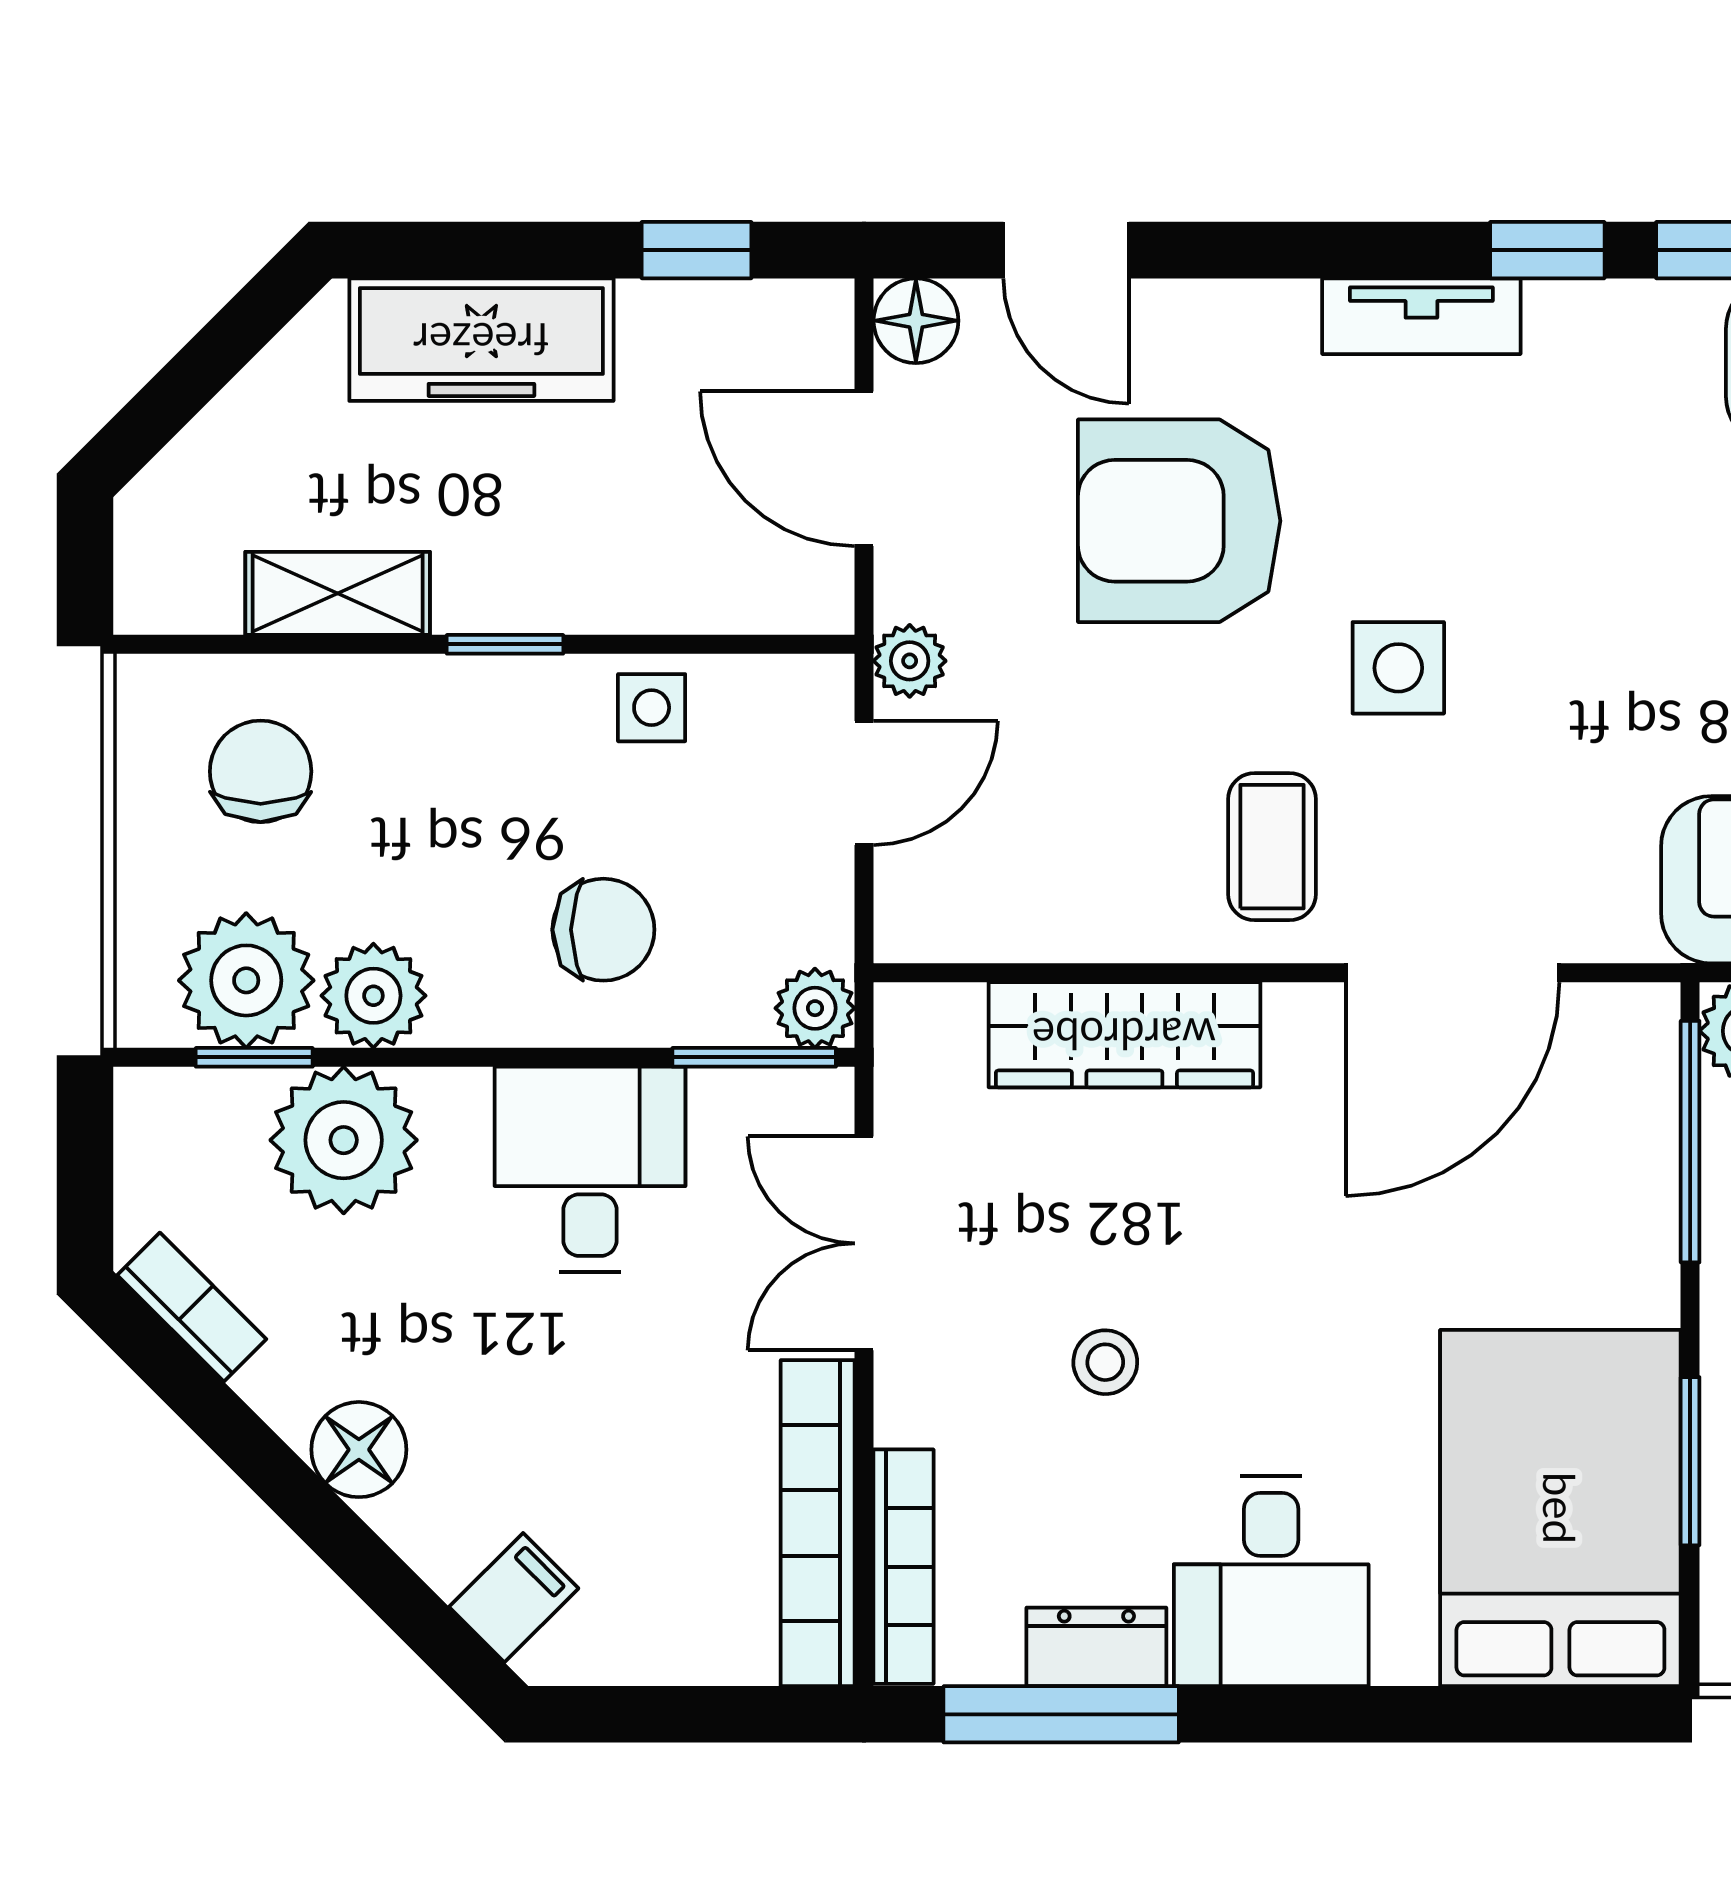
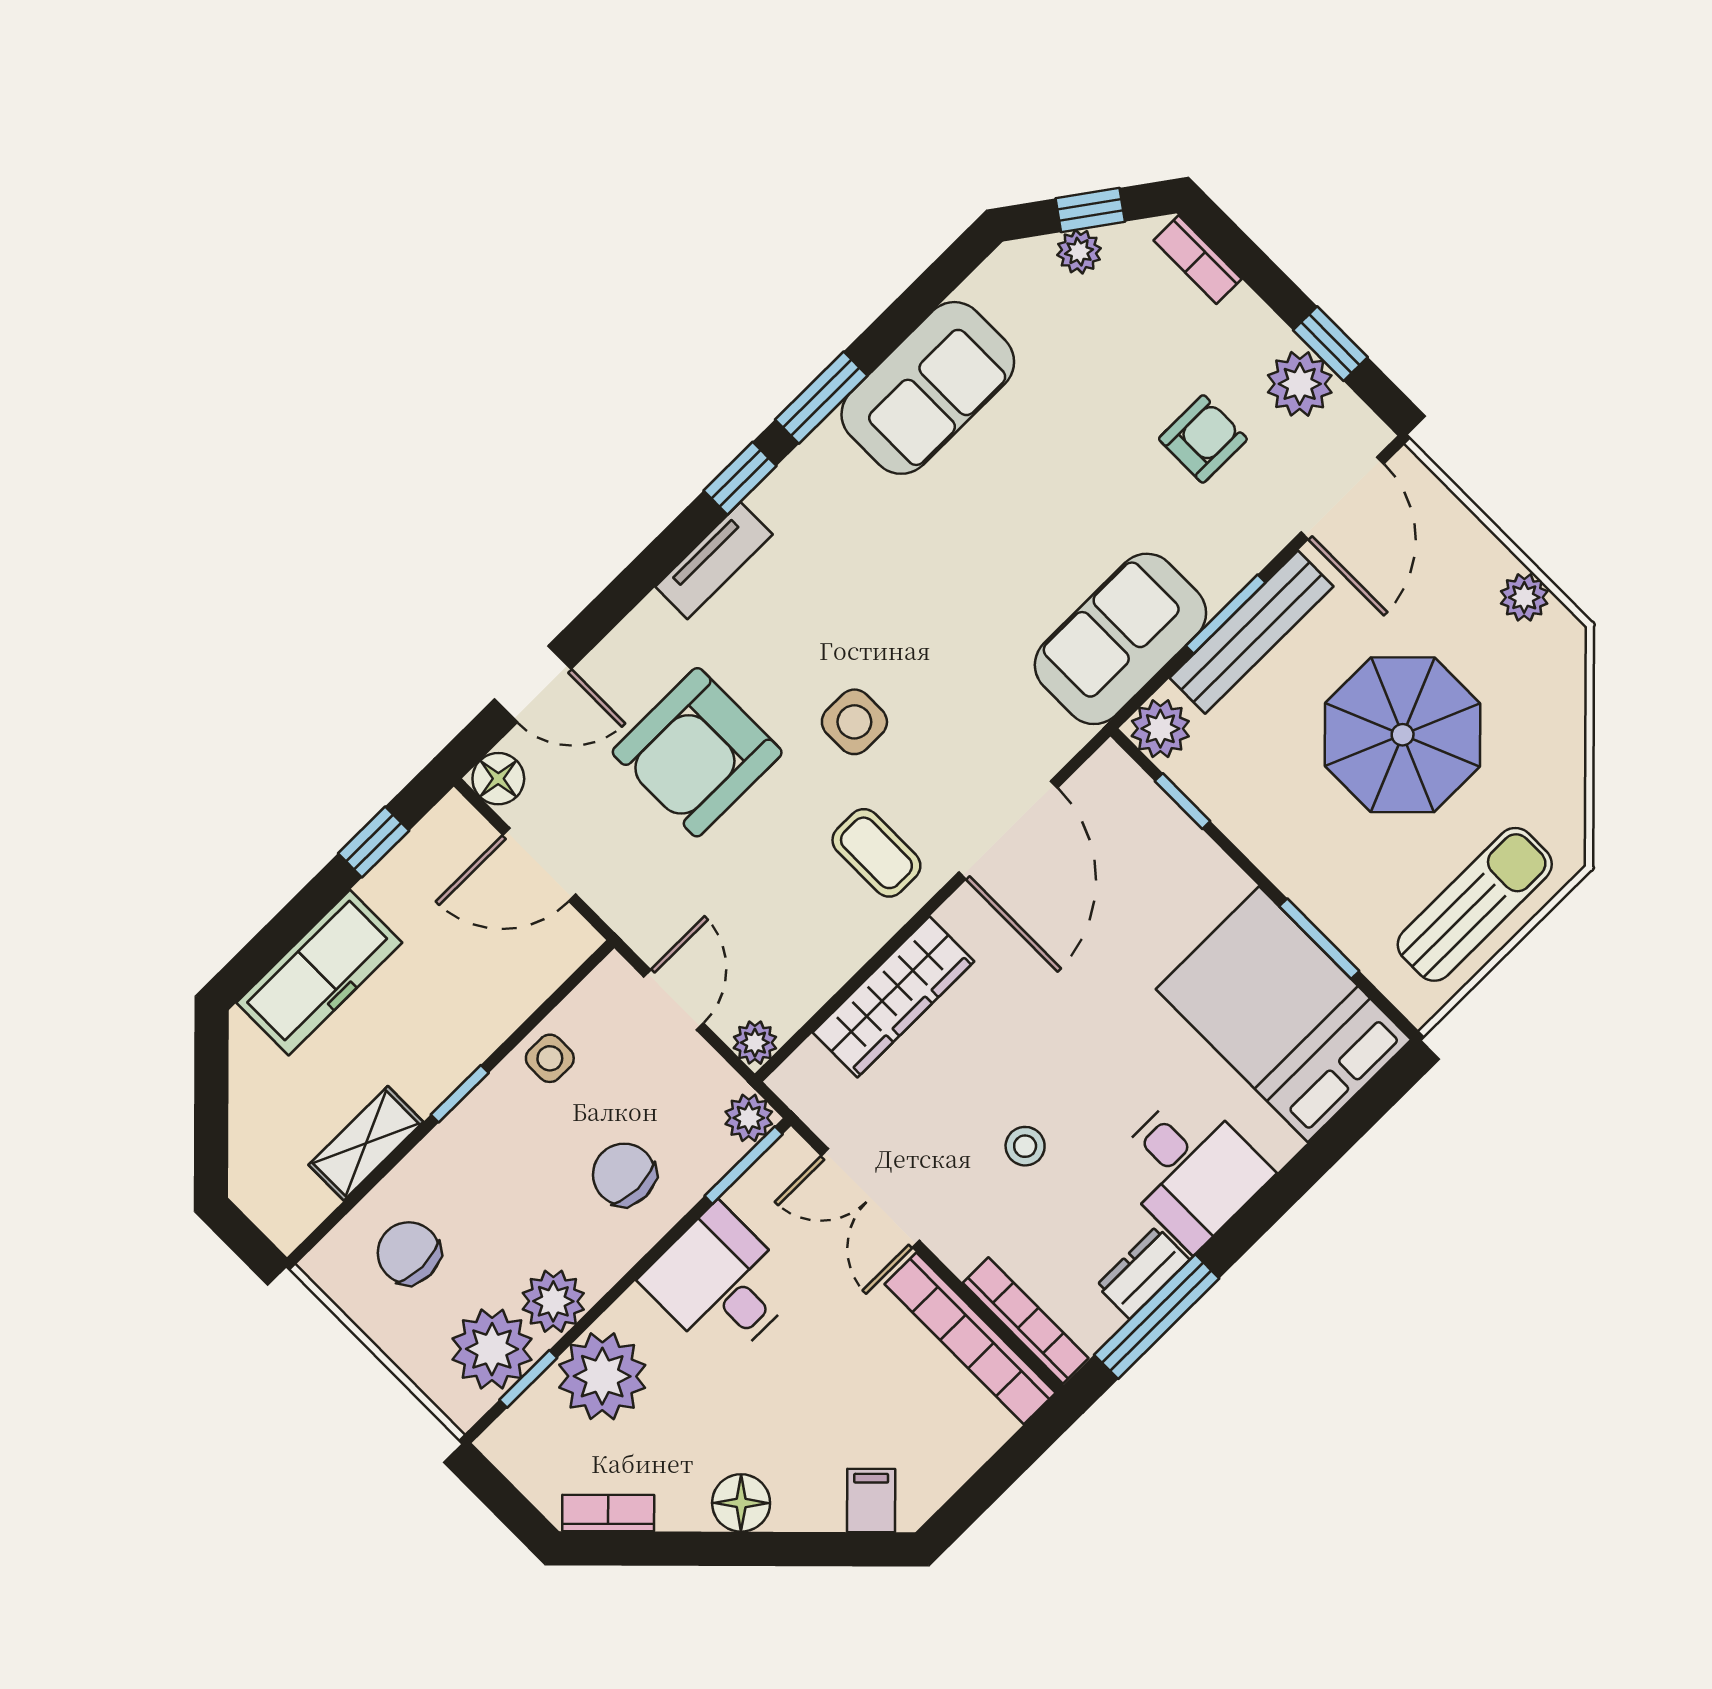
plant: (910, 661) -> (755, 1043), moved
chair: (603, 930) -> (624, 1174), turned -90
window: (1690, 1142) -> (1183, 801), width x0.46

